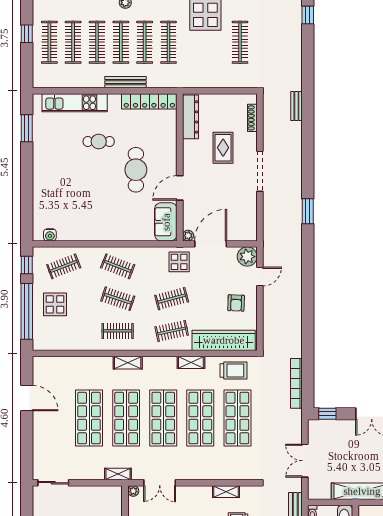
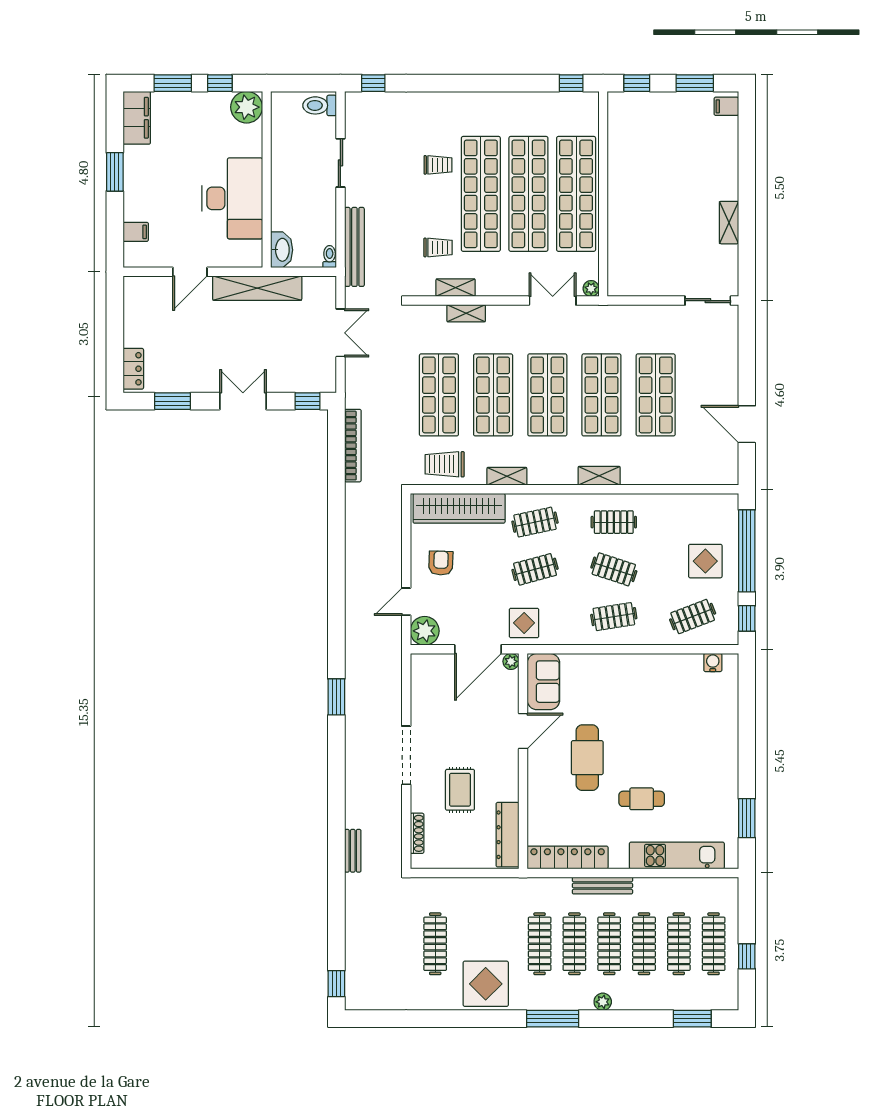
clothes rail: (118, 266) -> (614, 617), turned -30
shelving: (118, 474) -> (466, 313), moved

